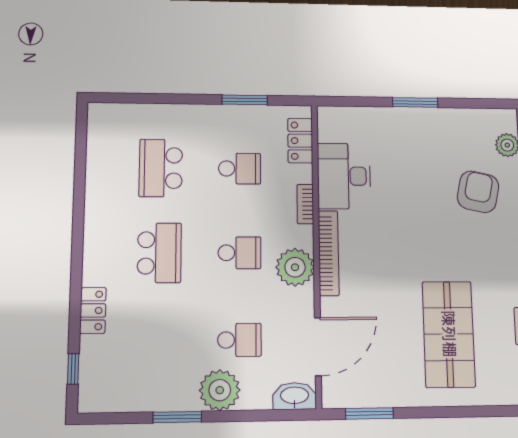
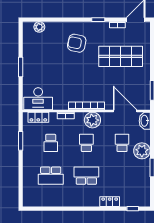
school desk: (240, 169) -> (51, 143), turned 180
desk: (344, 176) -> (38, 99), moved
armchair: (478, 192) -> (77, 43), moved

